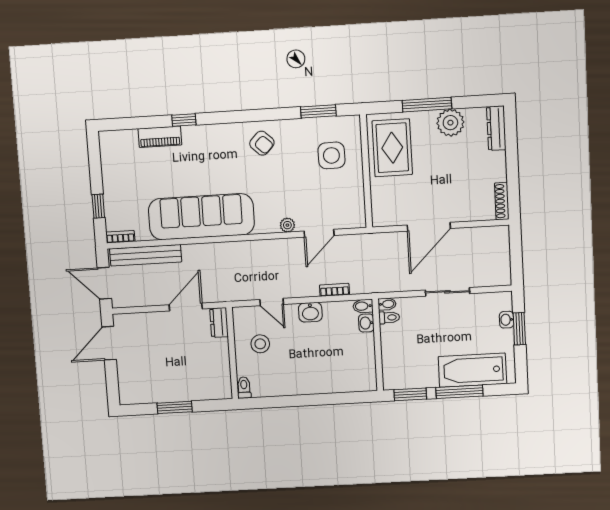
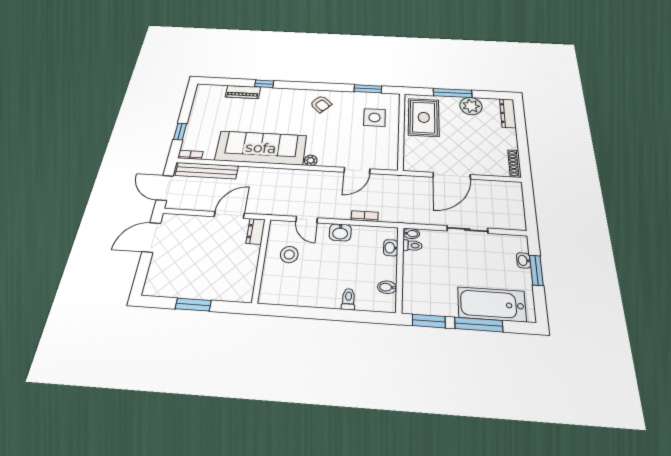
plant: (287, 225) -> (311, 160), moved
bidet: (363, 306) -> (387, 287), moved
toilet: (244, 388) -> (348, 299), moved

